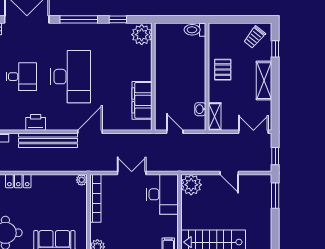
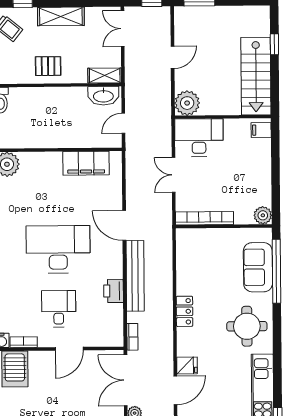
washbasin: (200, 109) -> (103, 96), width x1.91, depth x1.45
plant: (82, 180) -> (182, 235), removed

